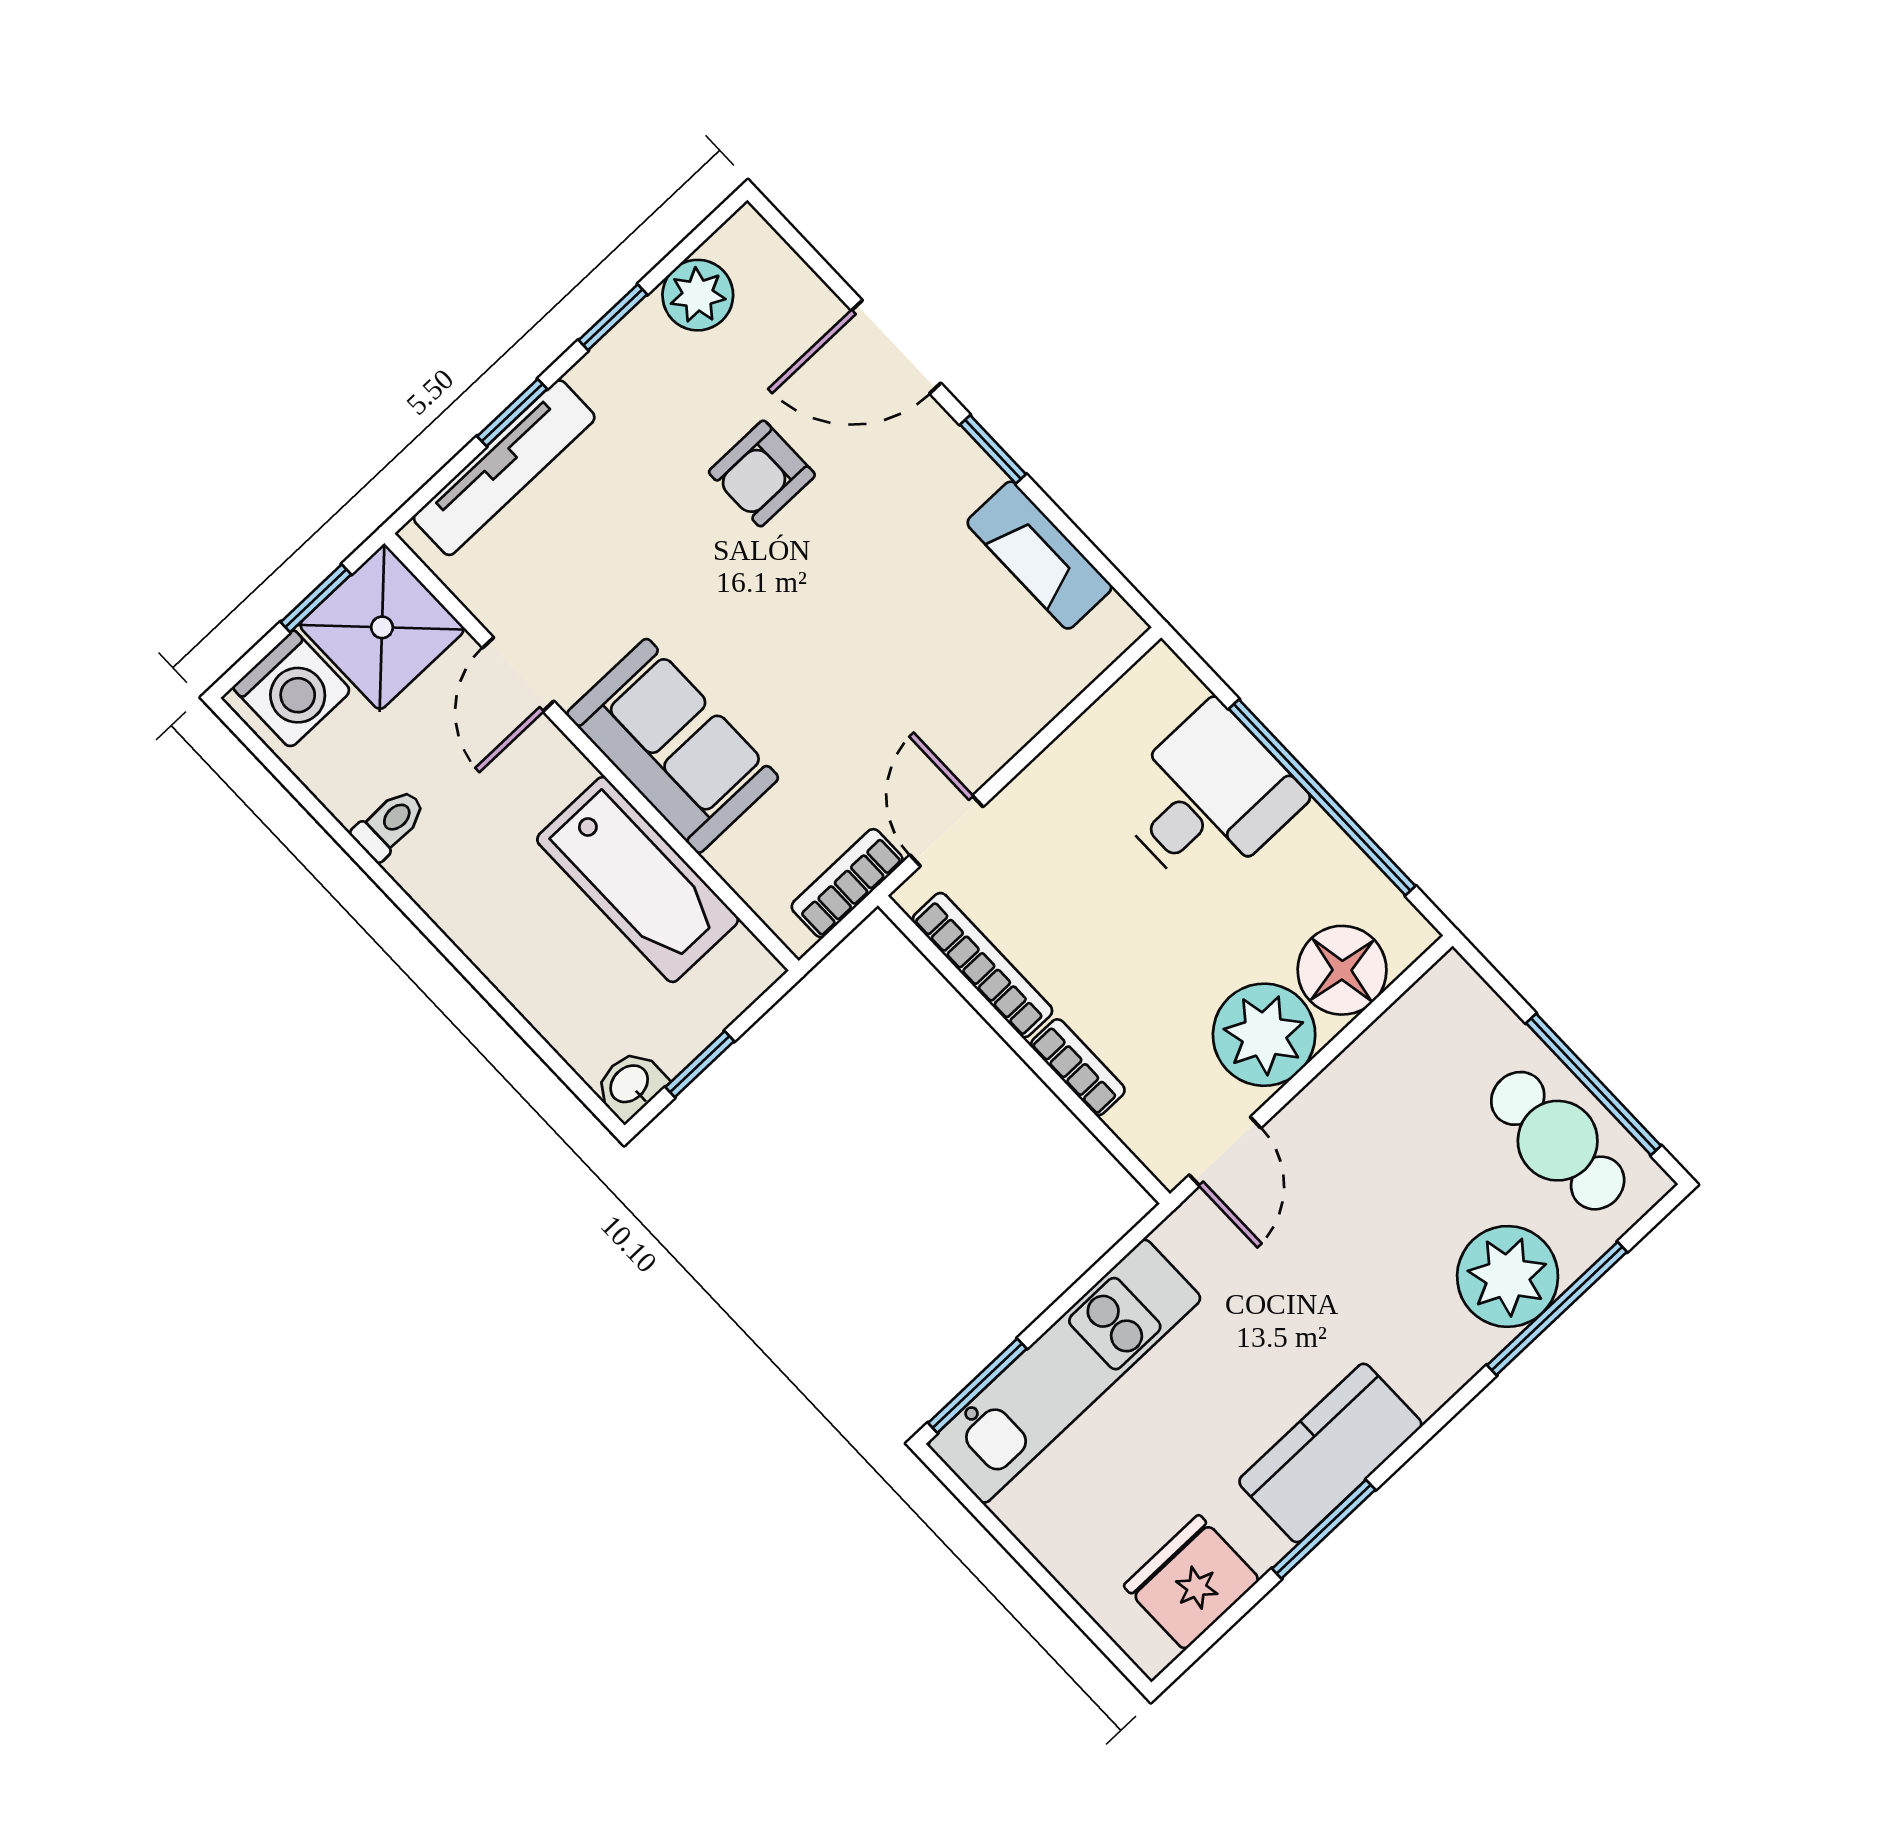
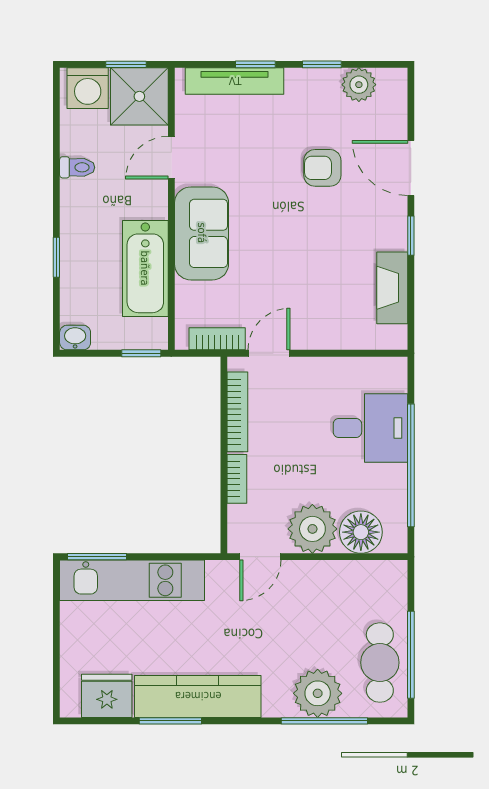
window: (487, 990) -> (56, 257), added
window: (700, 1064) -> (141, 353), moved
kitchen counter: (1330, 1453) -> (198, 696), width x1.50

